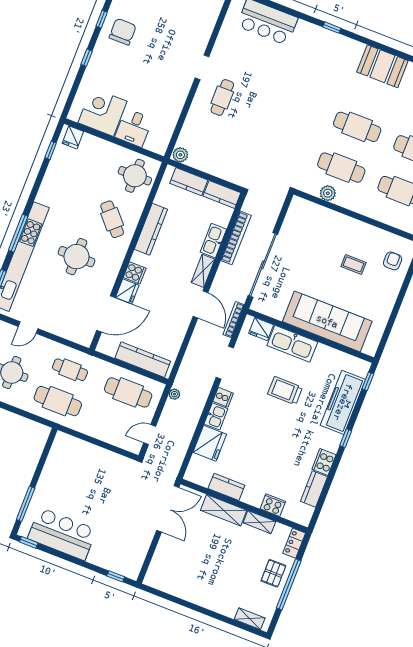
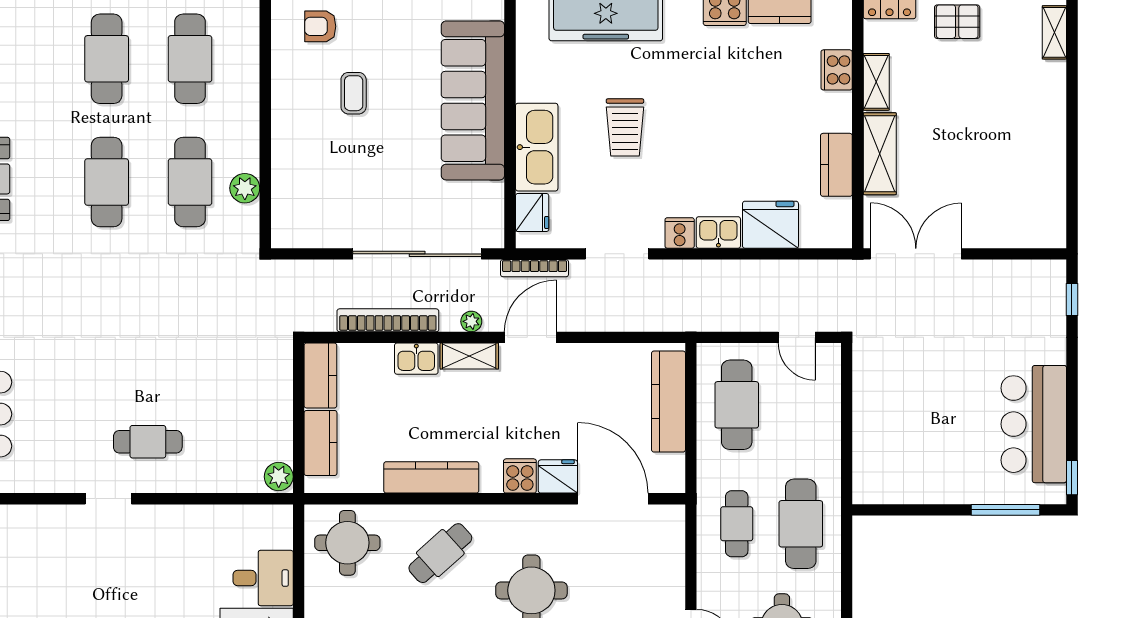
kitchen sink: (213, 241) -> (416, 359), width x0.73
plant: (174, 394) -> (471, 321), moved

